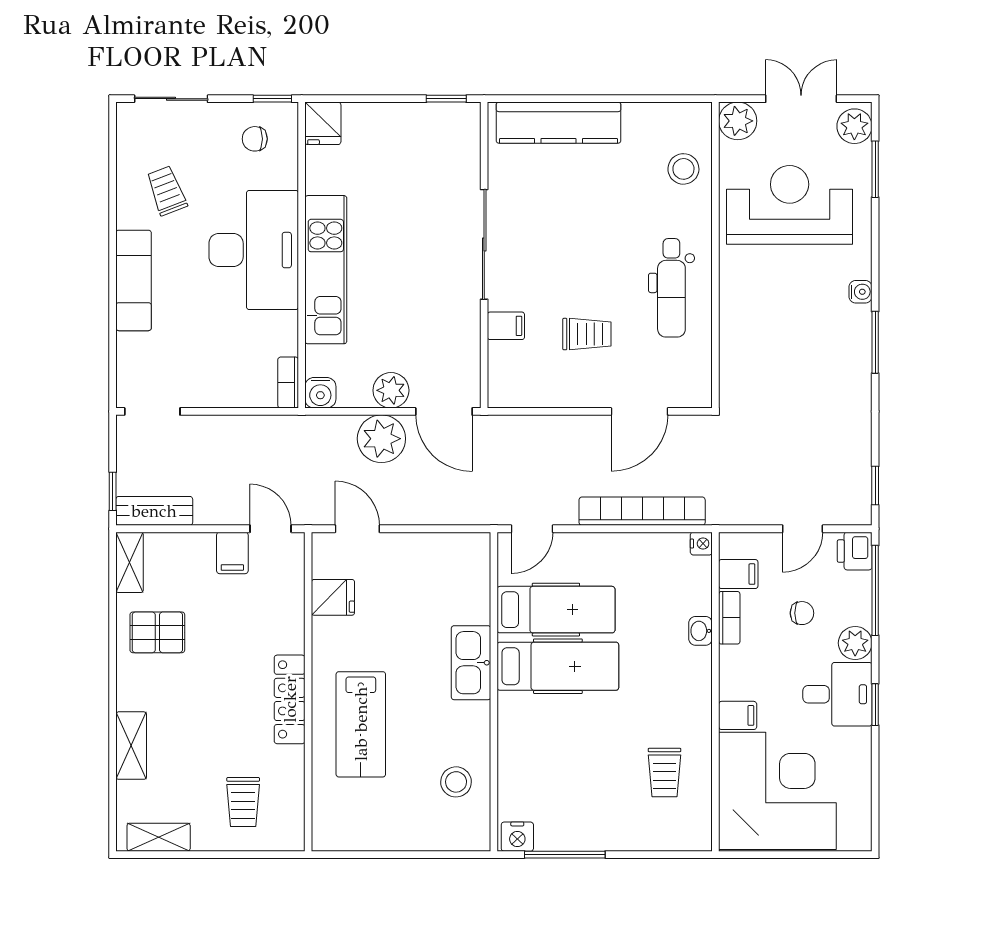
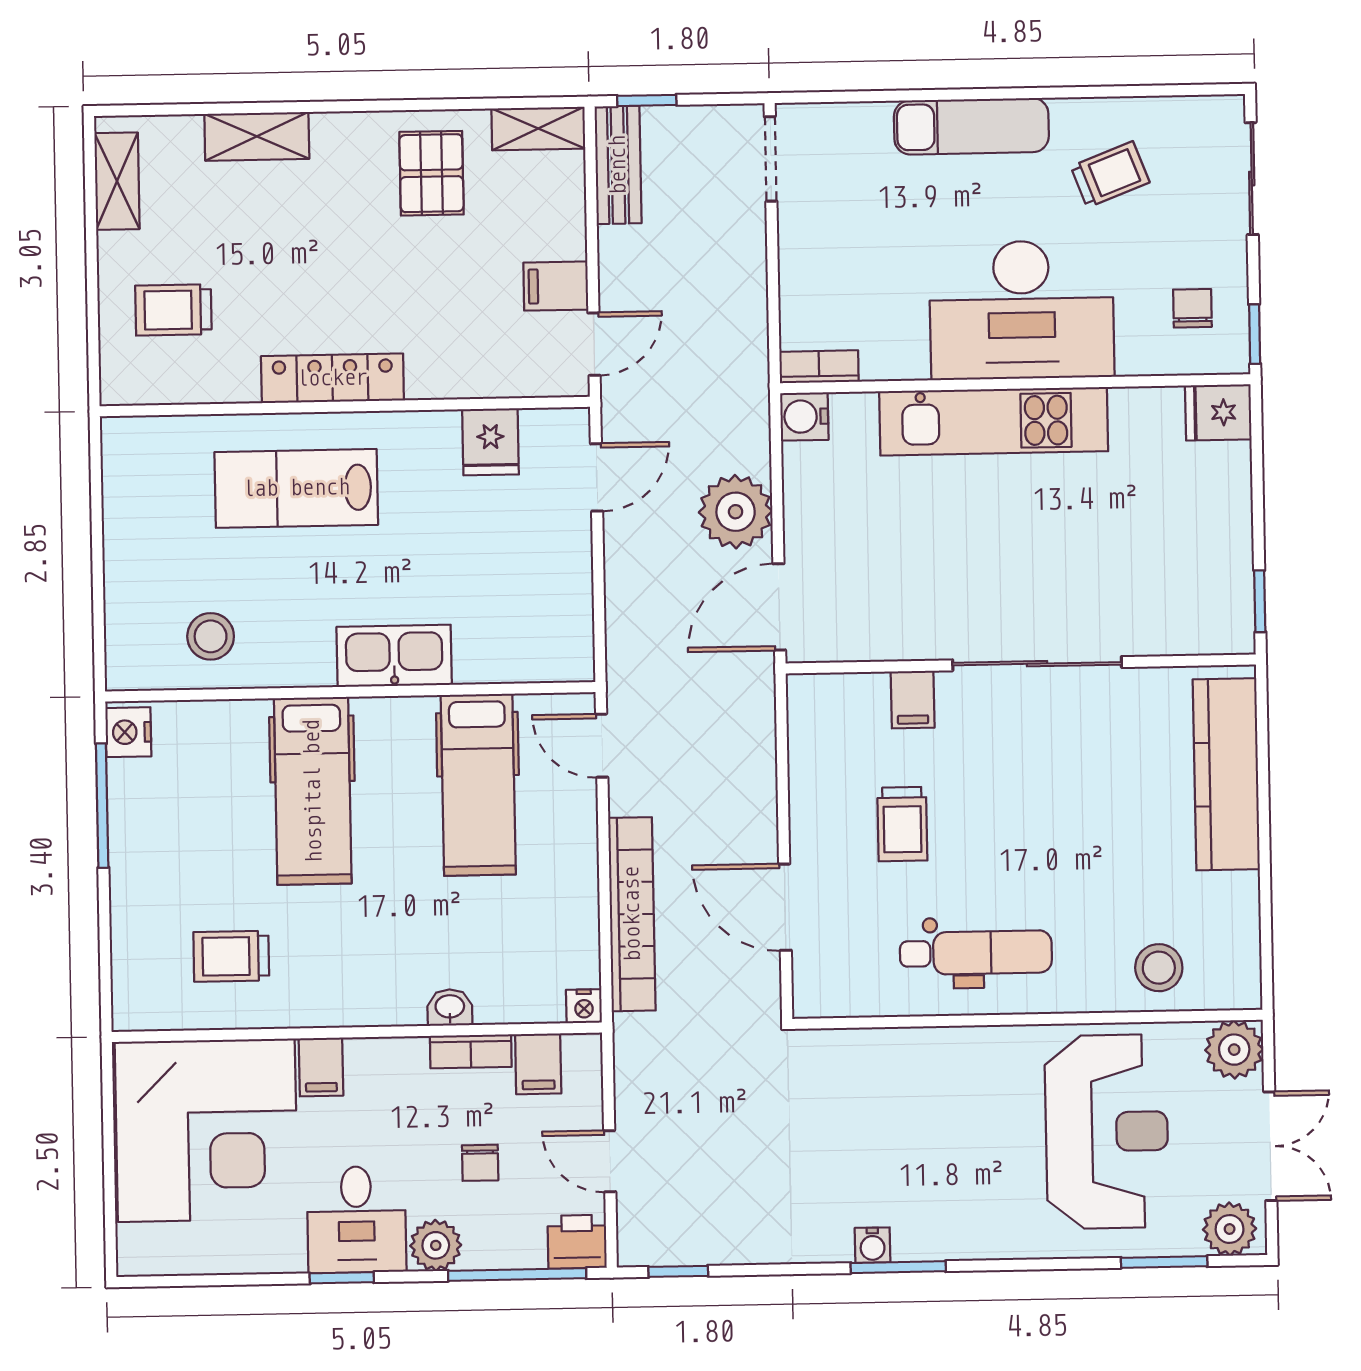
dental chair: (671, 288) -> (976, 953), turned 180
water cooler: (860, 292) -> (873, 1245), moved
plant: (391, 390) -> (810, 525), removed
hospital bed: (558, 666) -> (313, 791), moved

